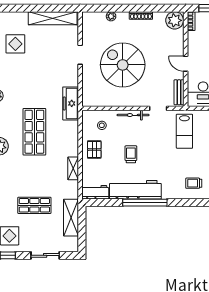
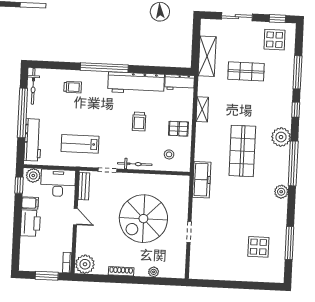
shelving: (53, 18) -> (217, 273), removed
spiral stairs: (123, 65) -> (143, 219), turned 90
lab bench: (184, 131) -> (80, 144), turned -90
pallet: (94, 149) -> (178, 129), turned 90
window: (145, 203) -> (104, 68), moved

